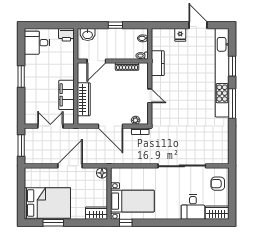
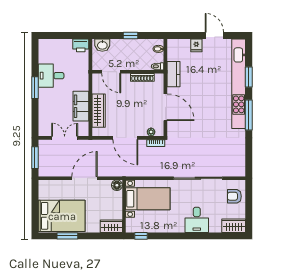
desk: (37, 43) -> (51, 76), moved
door: (96, 61) -> (111, 72), hinge flipped
door: (150, 96) -> (165, 107), width x1.87
bed with nightstands: (132, 201) -> (148, 199), moved
desk: (193, 207) -> (197, 220), moved

